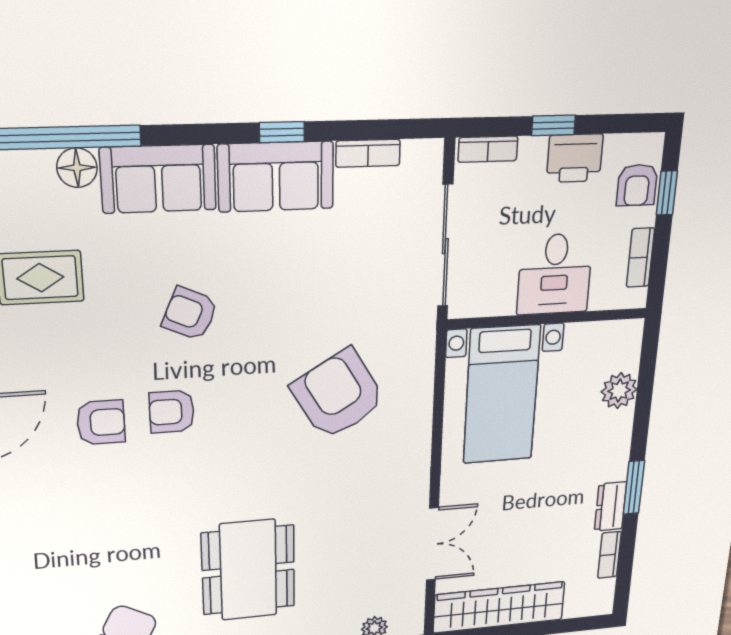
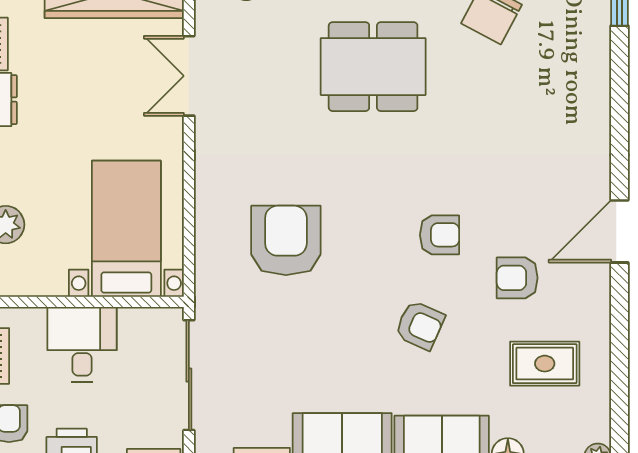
armchair: (338, 395) -> (286, 240), turned -149
armchair: (101, 422) -> (517, 278), moved
dining table: (248, 570) -> (373, 67), turned 90

